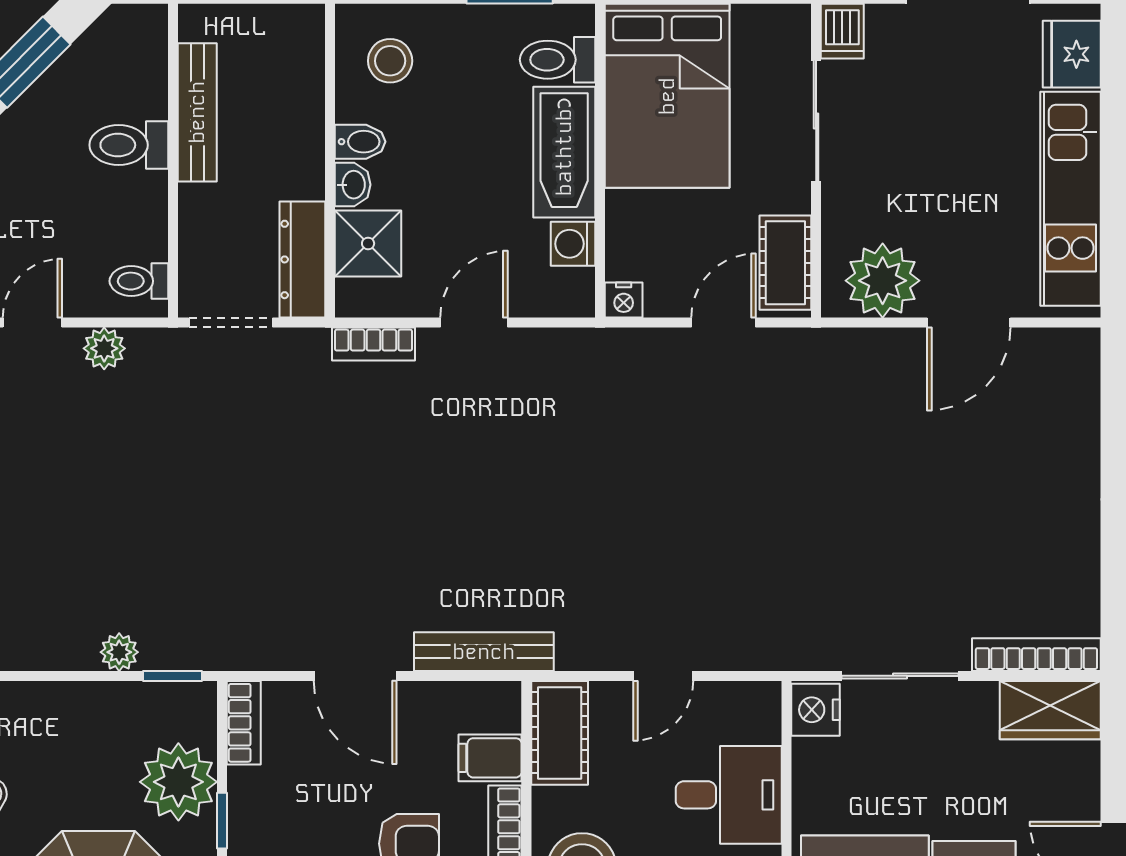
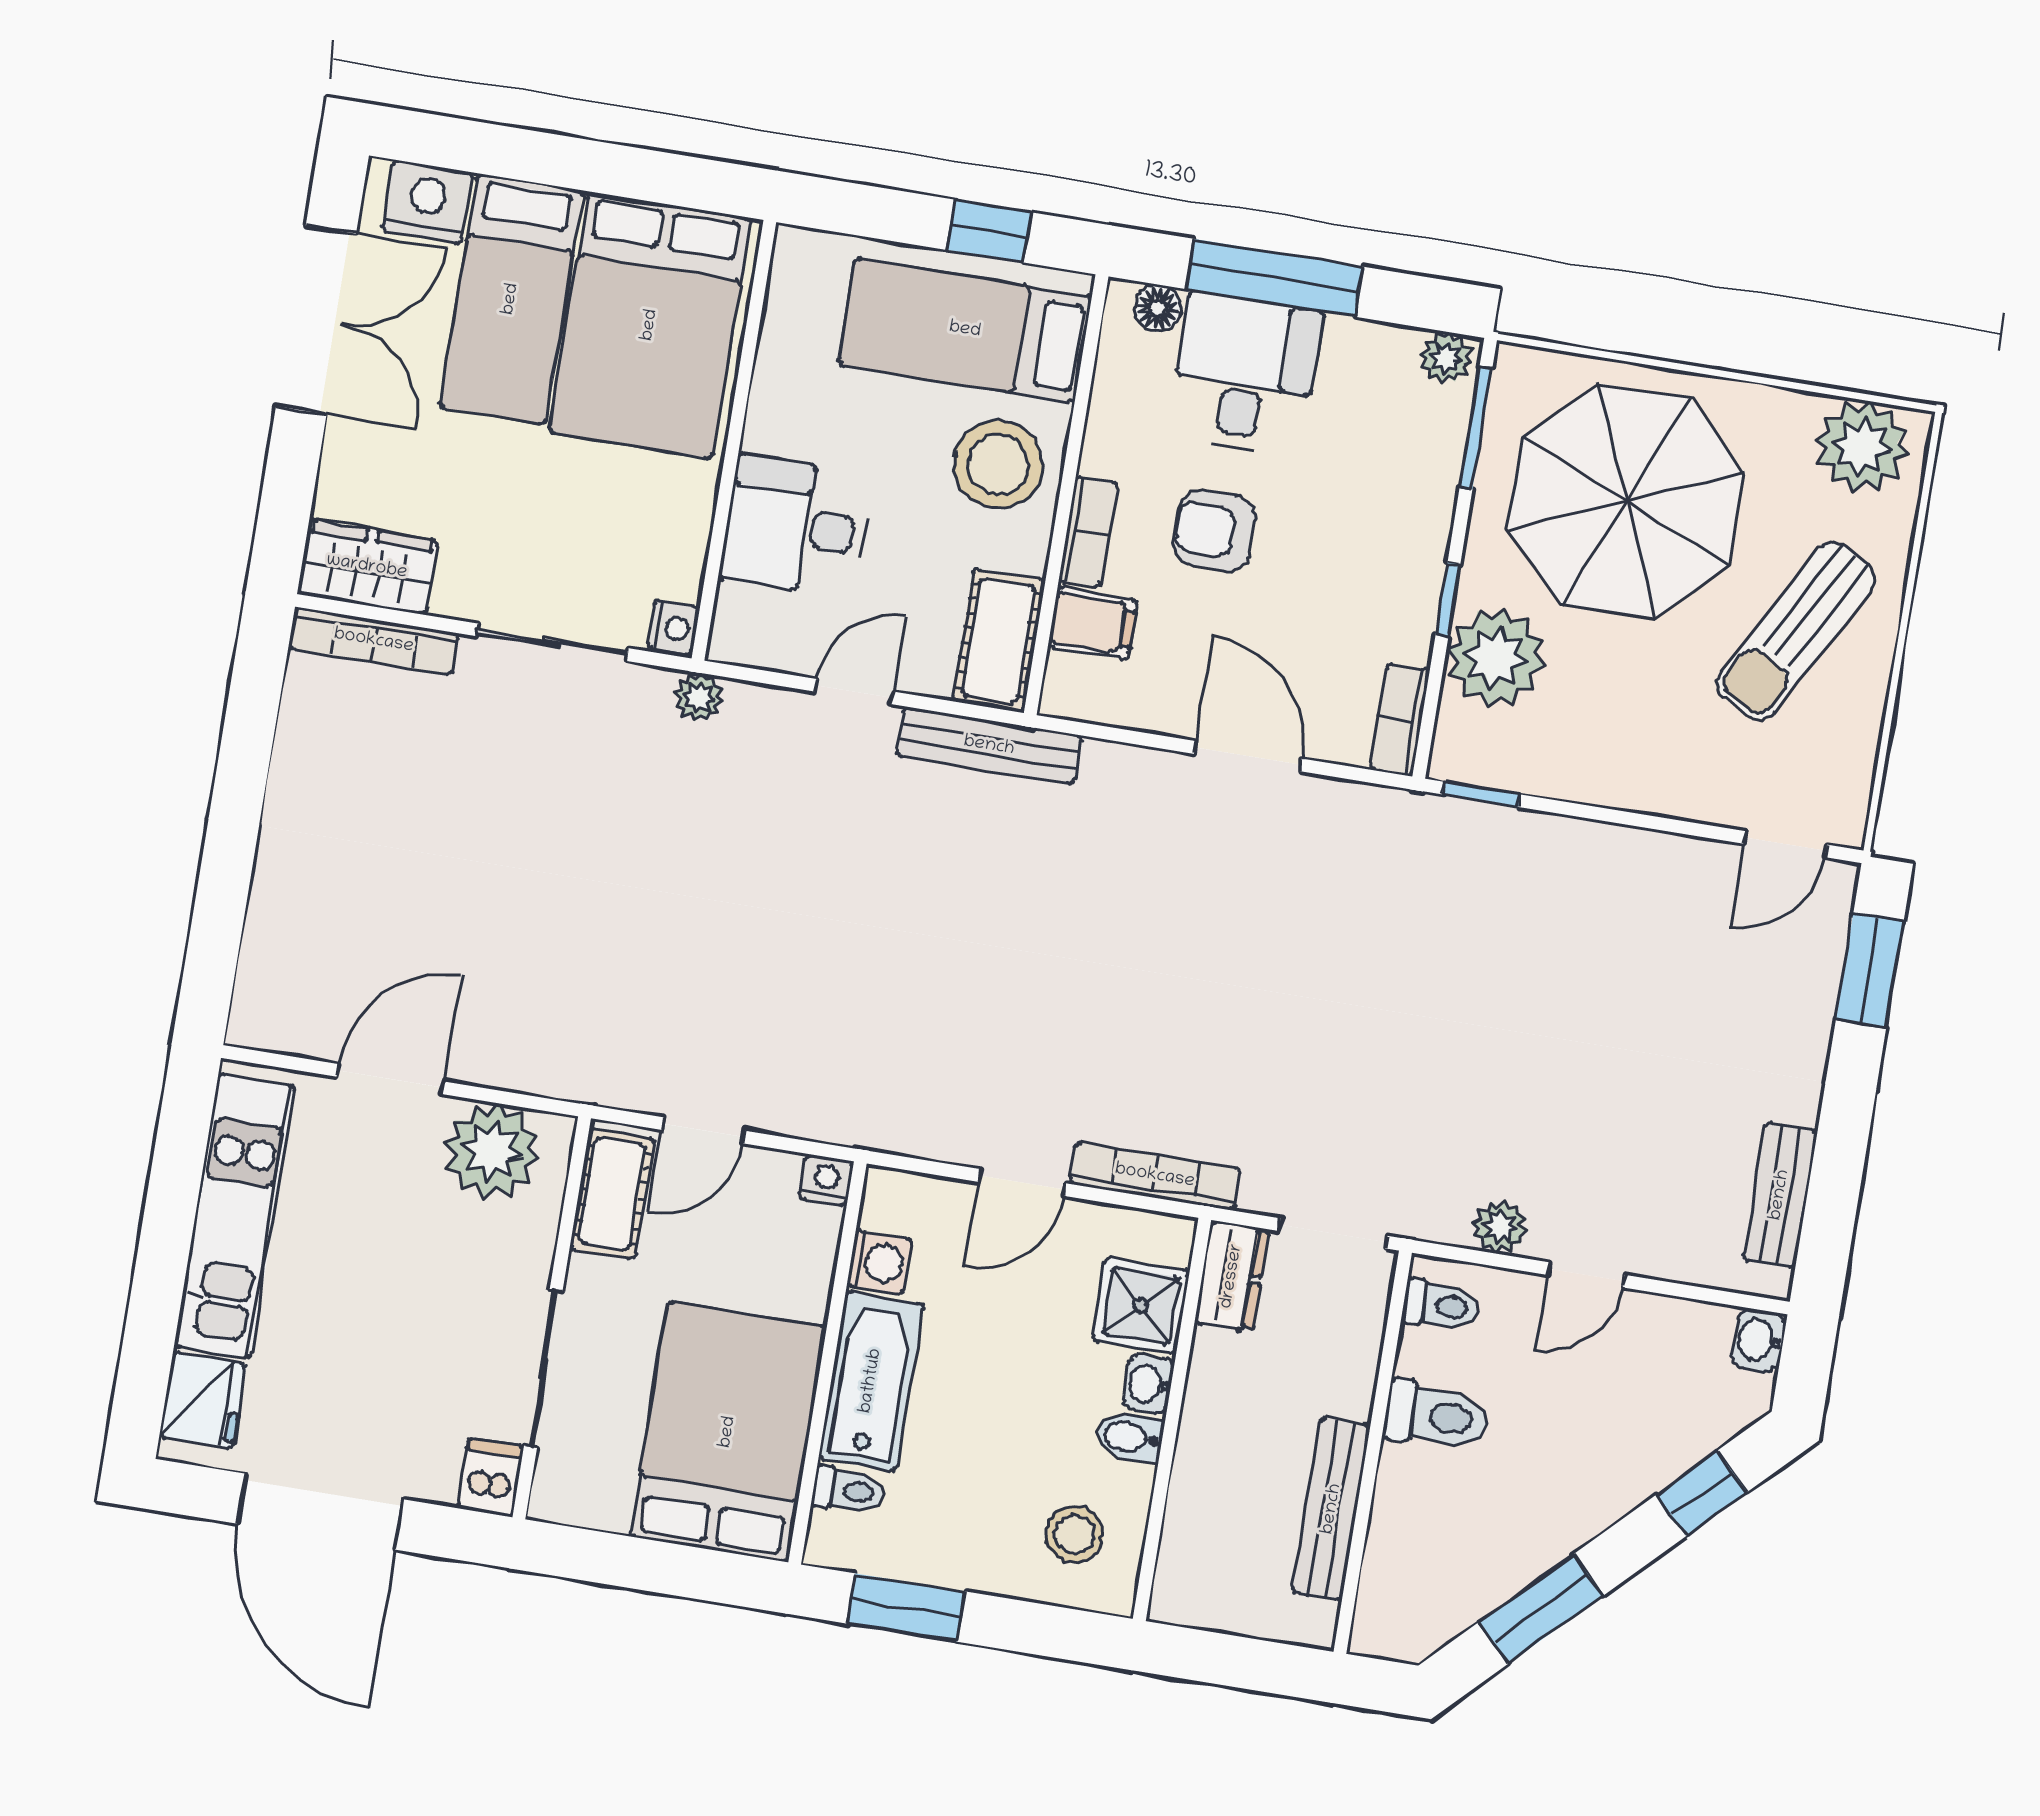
toilet: (558, 60) -> (848, 1491), width x0.73, depth x0.72
toilet: (129, 145) -> (1436, 1416), moved
dresser: (302, 259) -> (1232, 1276), width x0.70
bookcase: (373, 344) -> (1155, 1176), width x1.56
plant: (119, 652) -> (699, 697), moved
bench: (484, 652) -> (989, 746), moved
nightstand: (816, 710) -> (674, 627), width x0.72, depth x0.74

